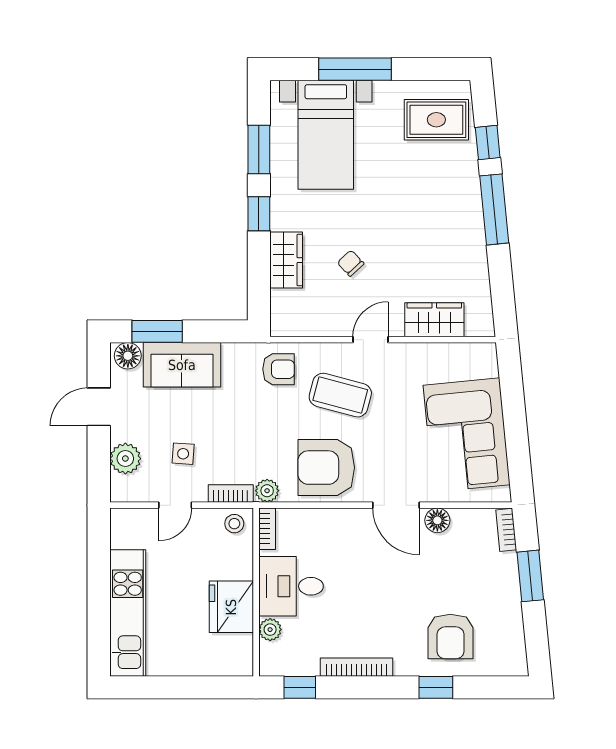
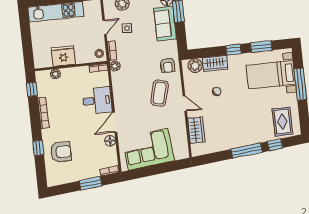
plant: (286, 306) -> (195, 66), added
armchair: (326, 468) -> (128, 90), removed
door: (175, 505) -> (104, 27), swing flipped
desk: (291, 586) -> (97, 100), moved, turned 90
armchair: (450, 637) -> (61, 152), turned 180

